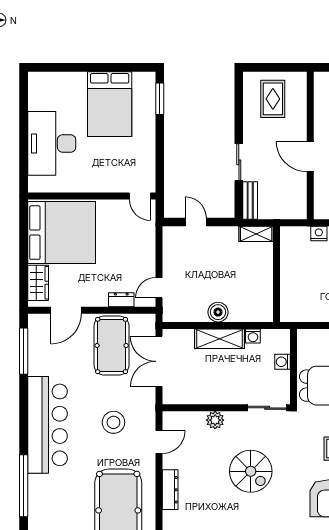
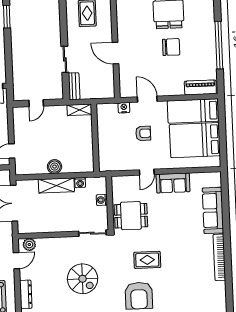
door: (196, 222) -> (36, 103), swing flipped
plant: (215, 420) -> (29, 245), moved

